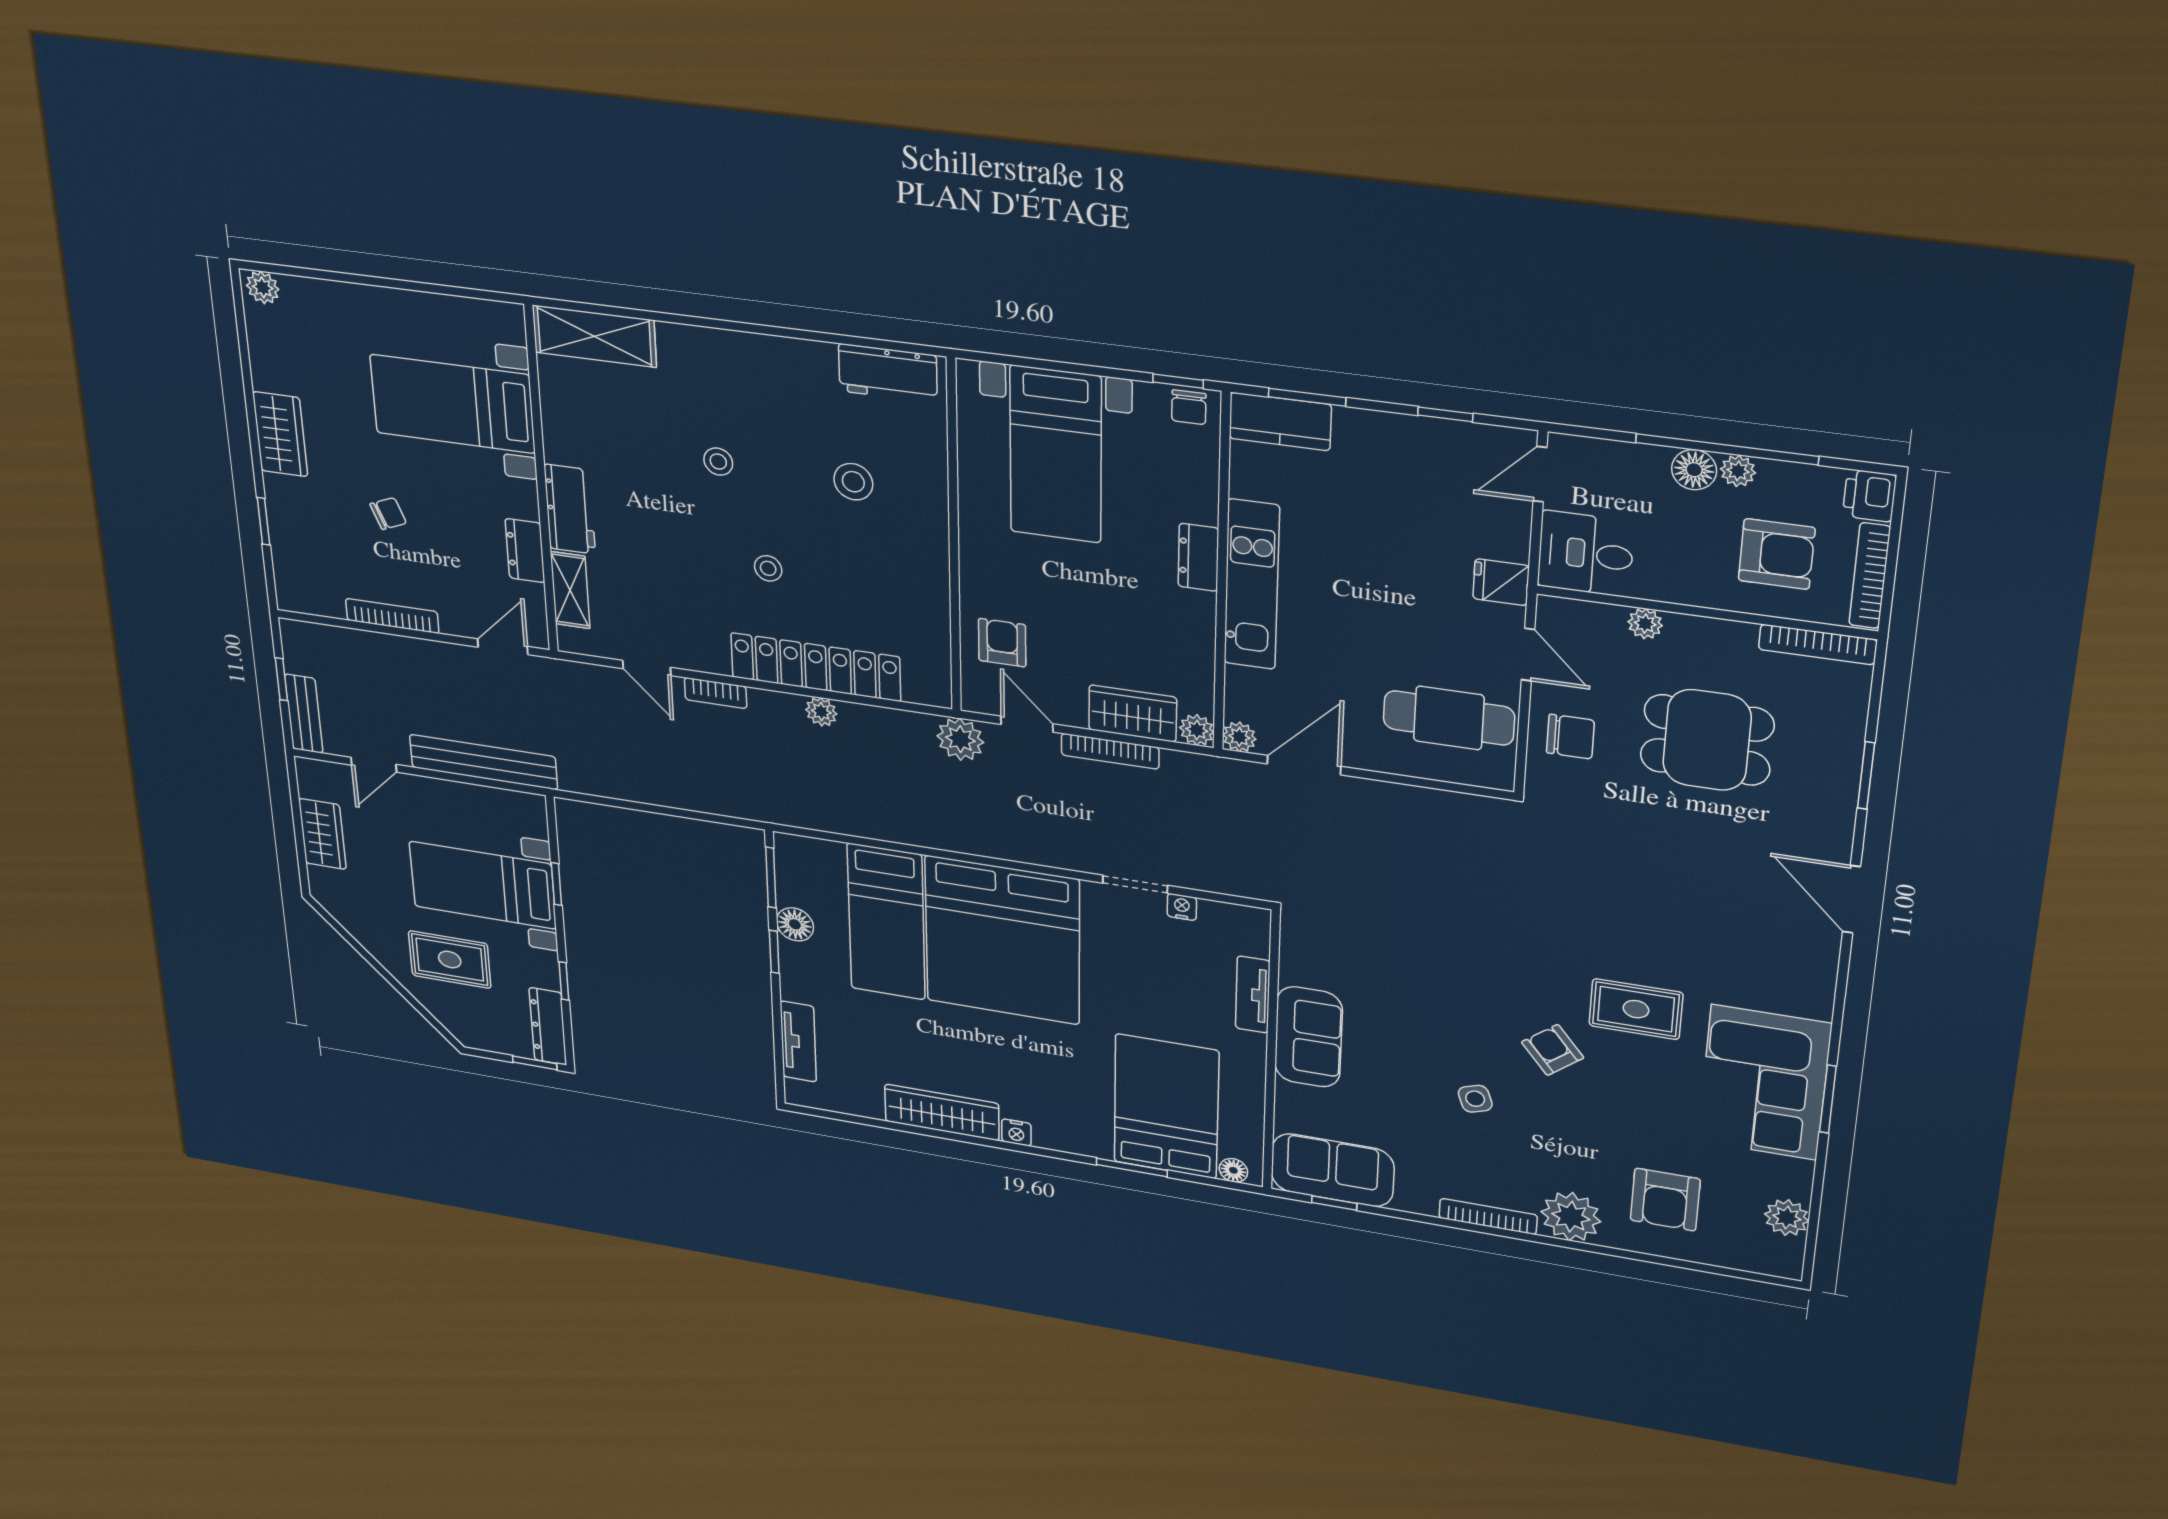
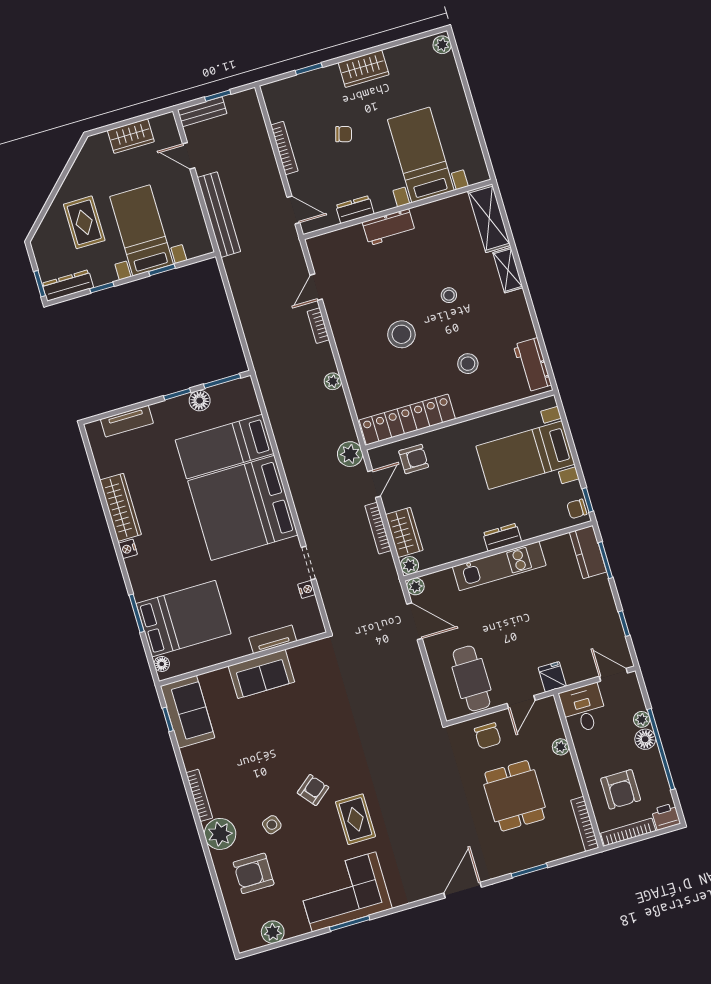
plant: (1738, 471) -> (642, 719), moved
chair: (388, 514) -> (344, 134), turned -52
stool: (768, 568) -> (401, 334), width x1.89, depth x1.89
shelving: (570, 590) -> (508, 270), moved, turned 90
locker: (816, 667) -> (407, 419), moved, turned -90
side table: (1475, 1099) -> (272, 825), moved

